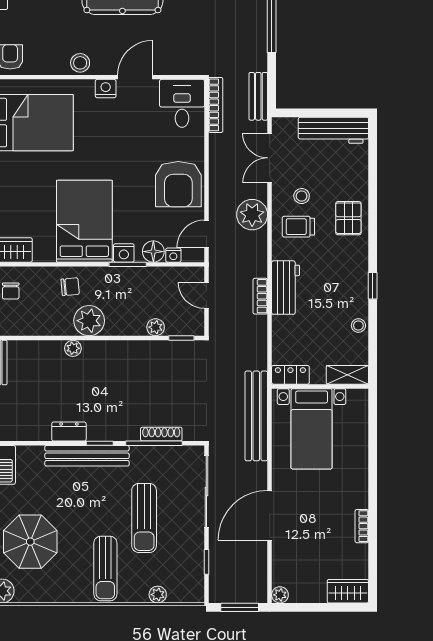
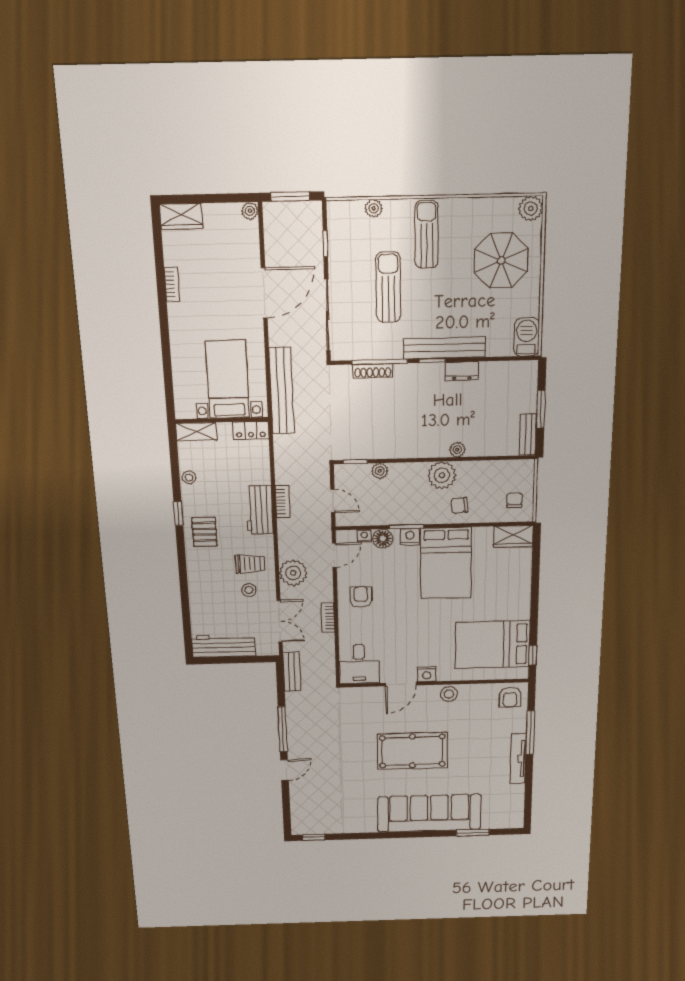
bookcase: (216, 105) -> (328, 618), moved, width x0.64
armchair: (178, 184) -> (361, 597), width x0.53, depth x0.53
pallet: (348, 218) -> (204, 532), moved

